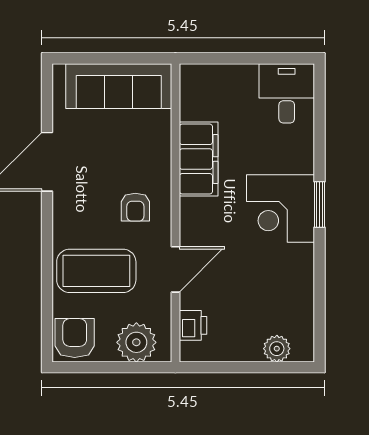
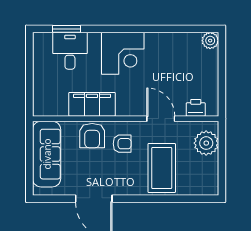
desk: (287, 93) -> (70, 51), moved, turned 90
window: (320, 205) -> (67, 29), moved
armchair: (75, 338) -> (92, 136), moved, turned -90
plant: (277, 349) -> (210, 41), moved

